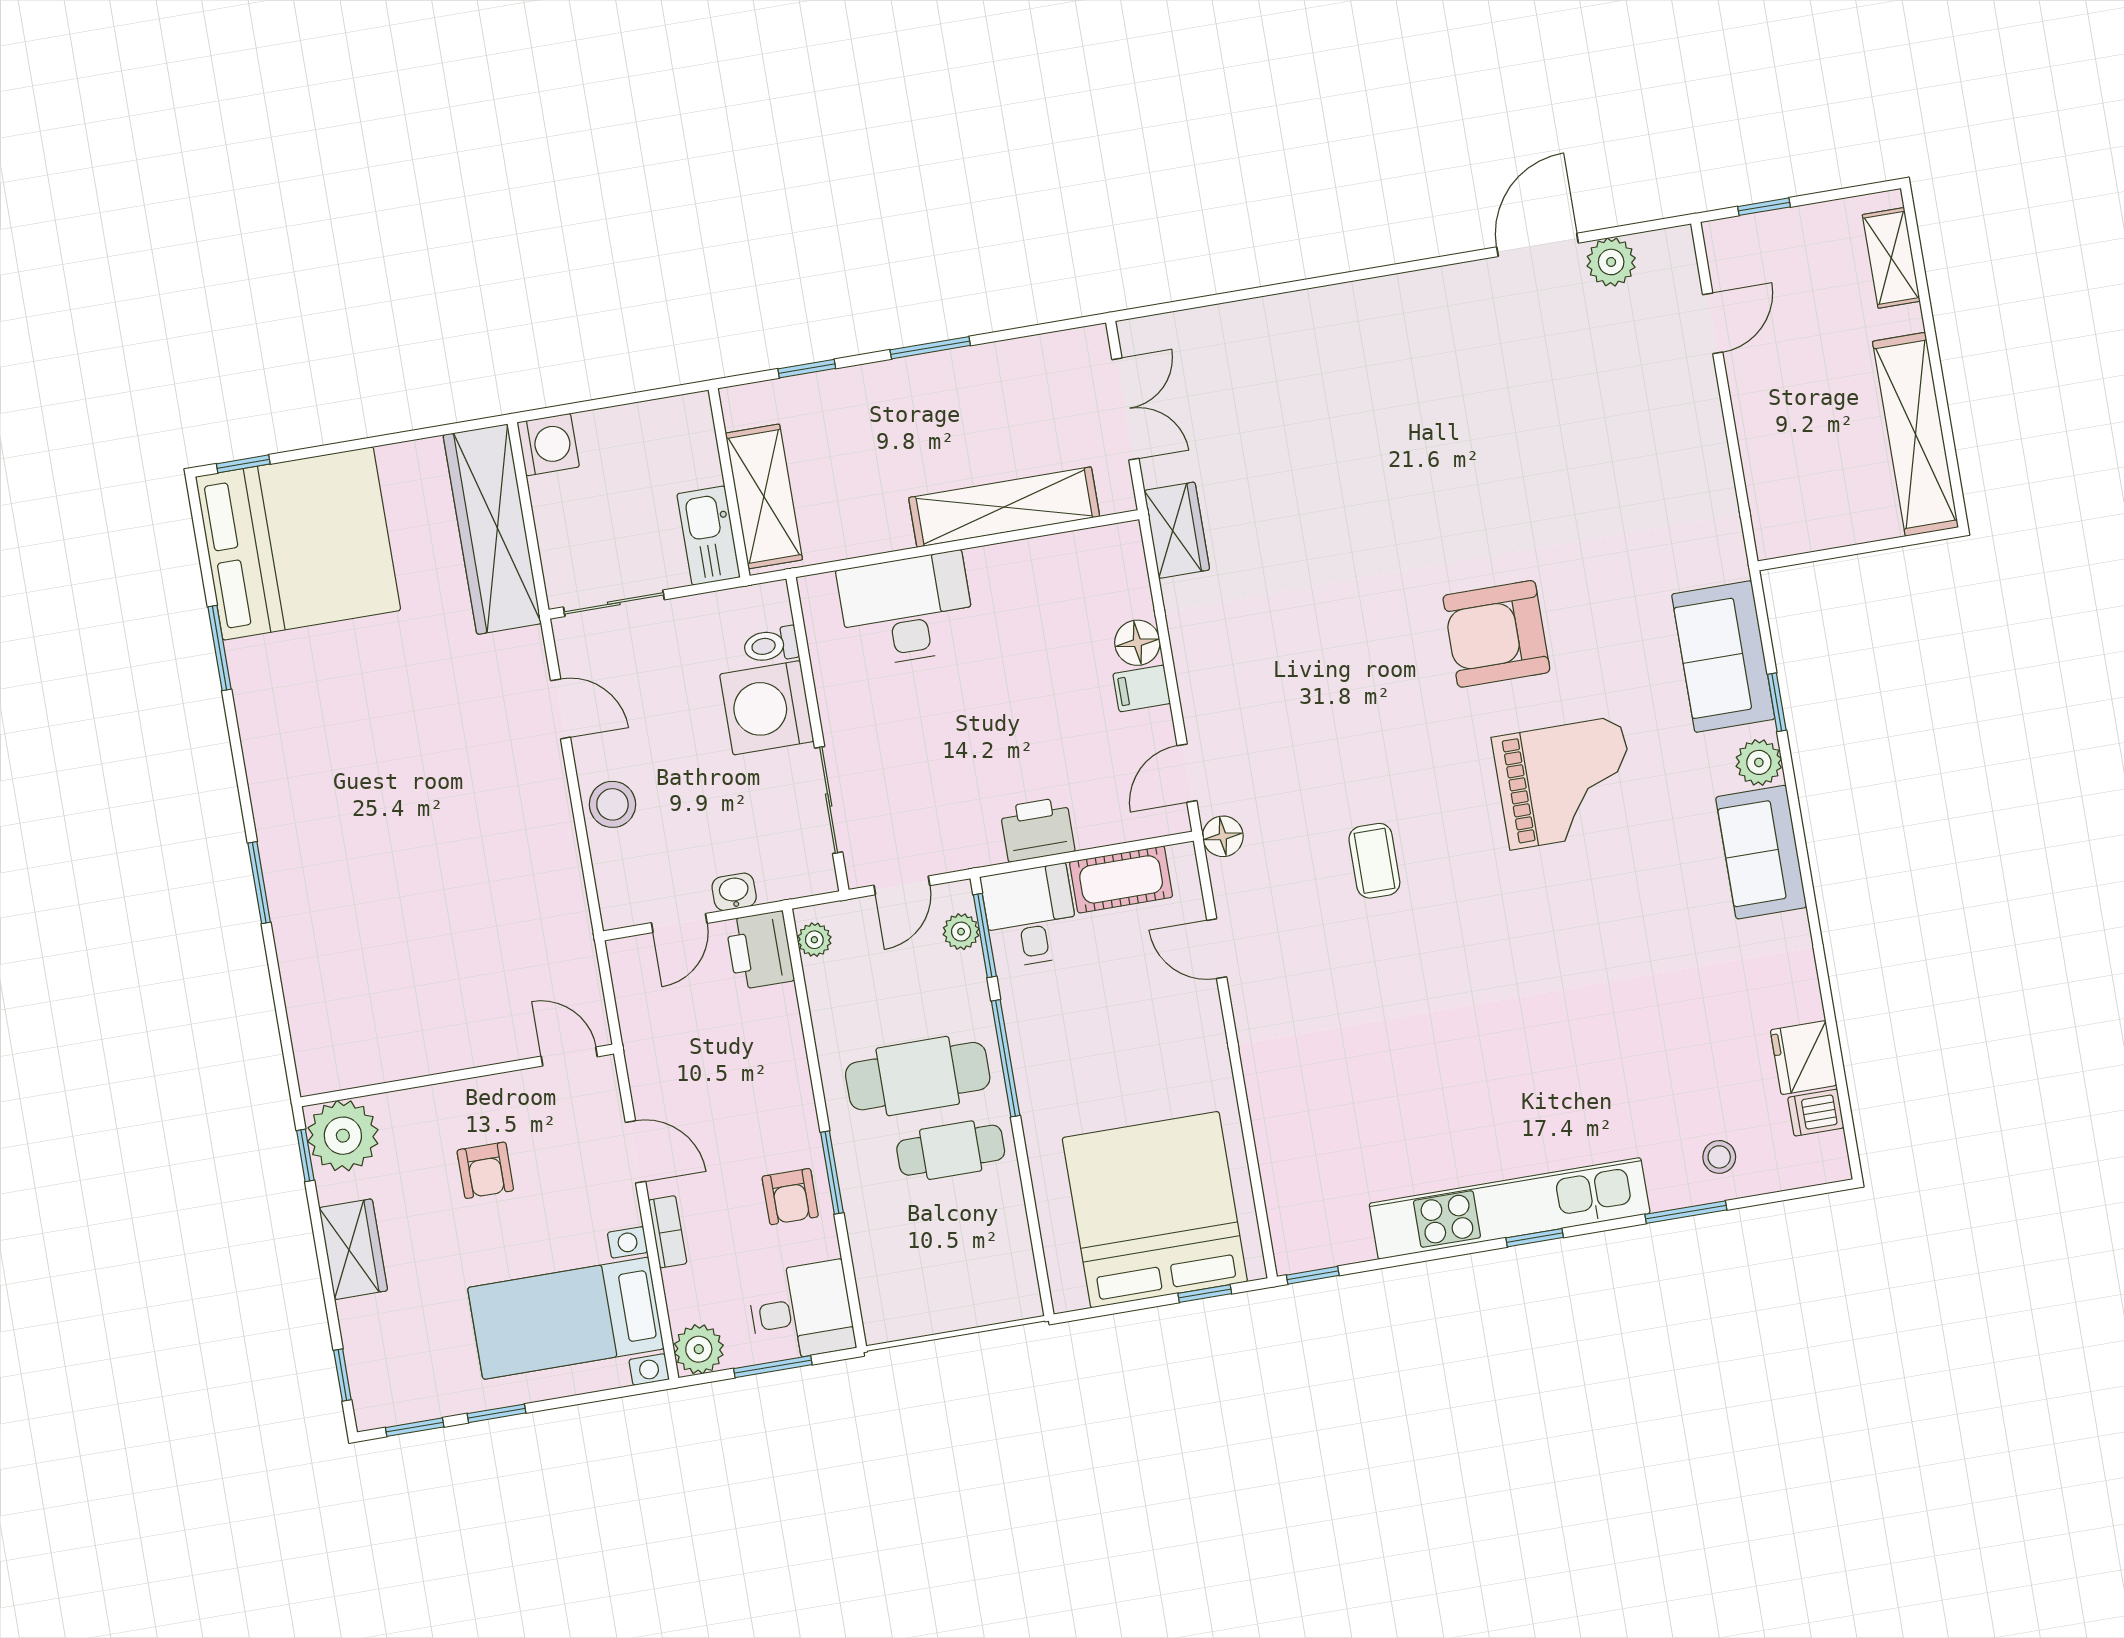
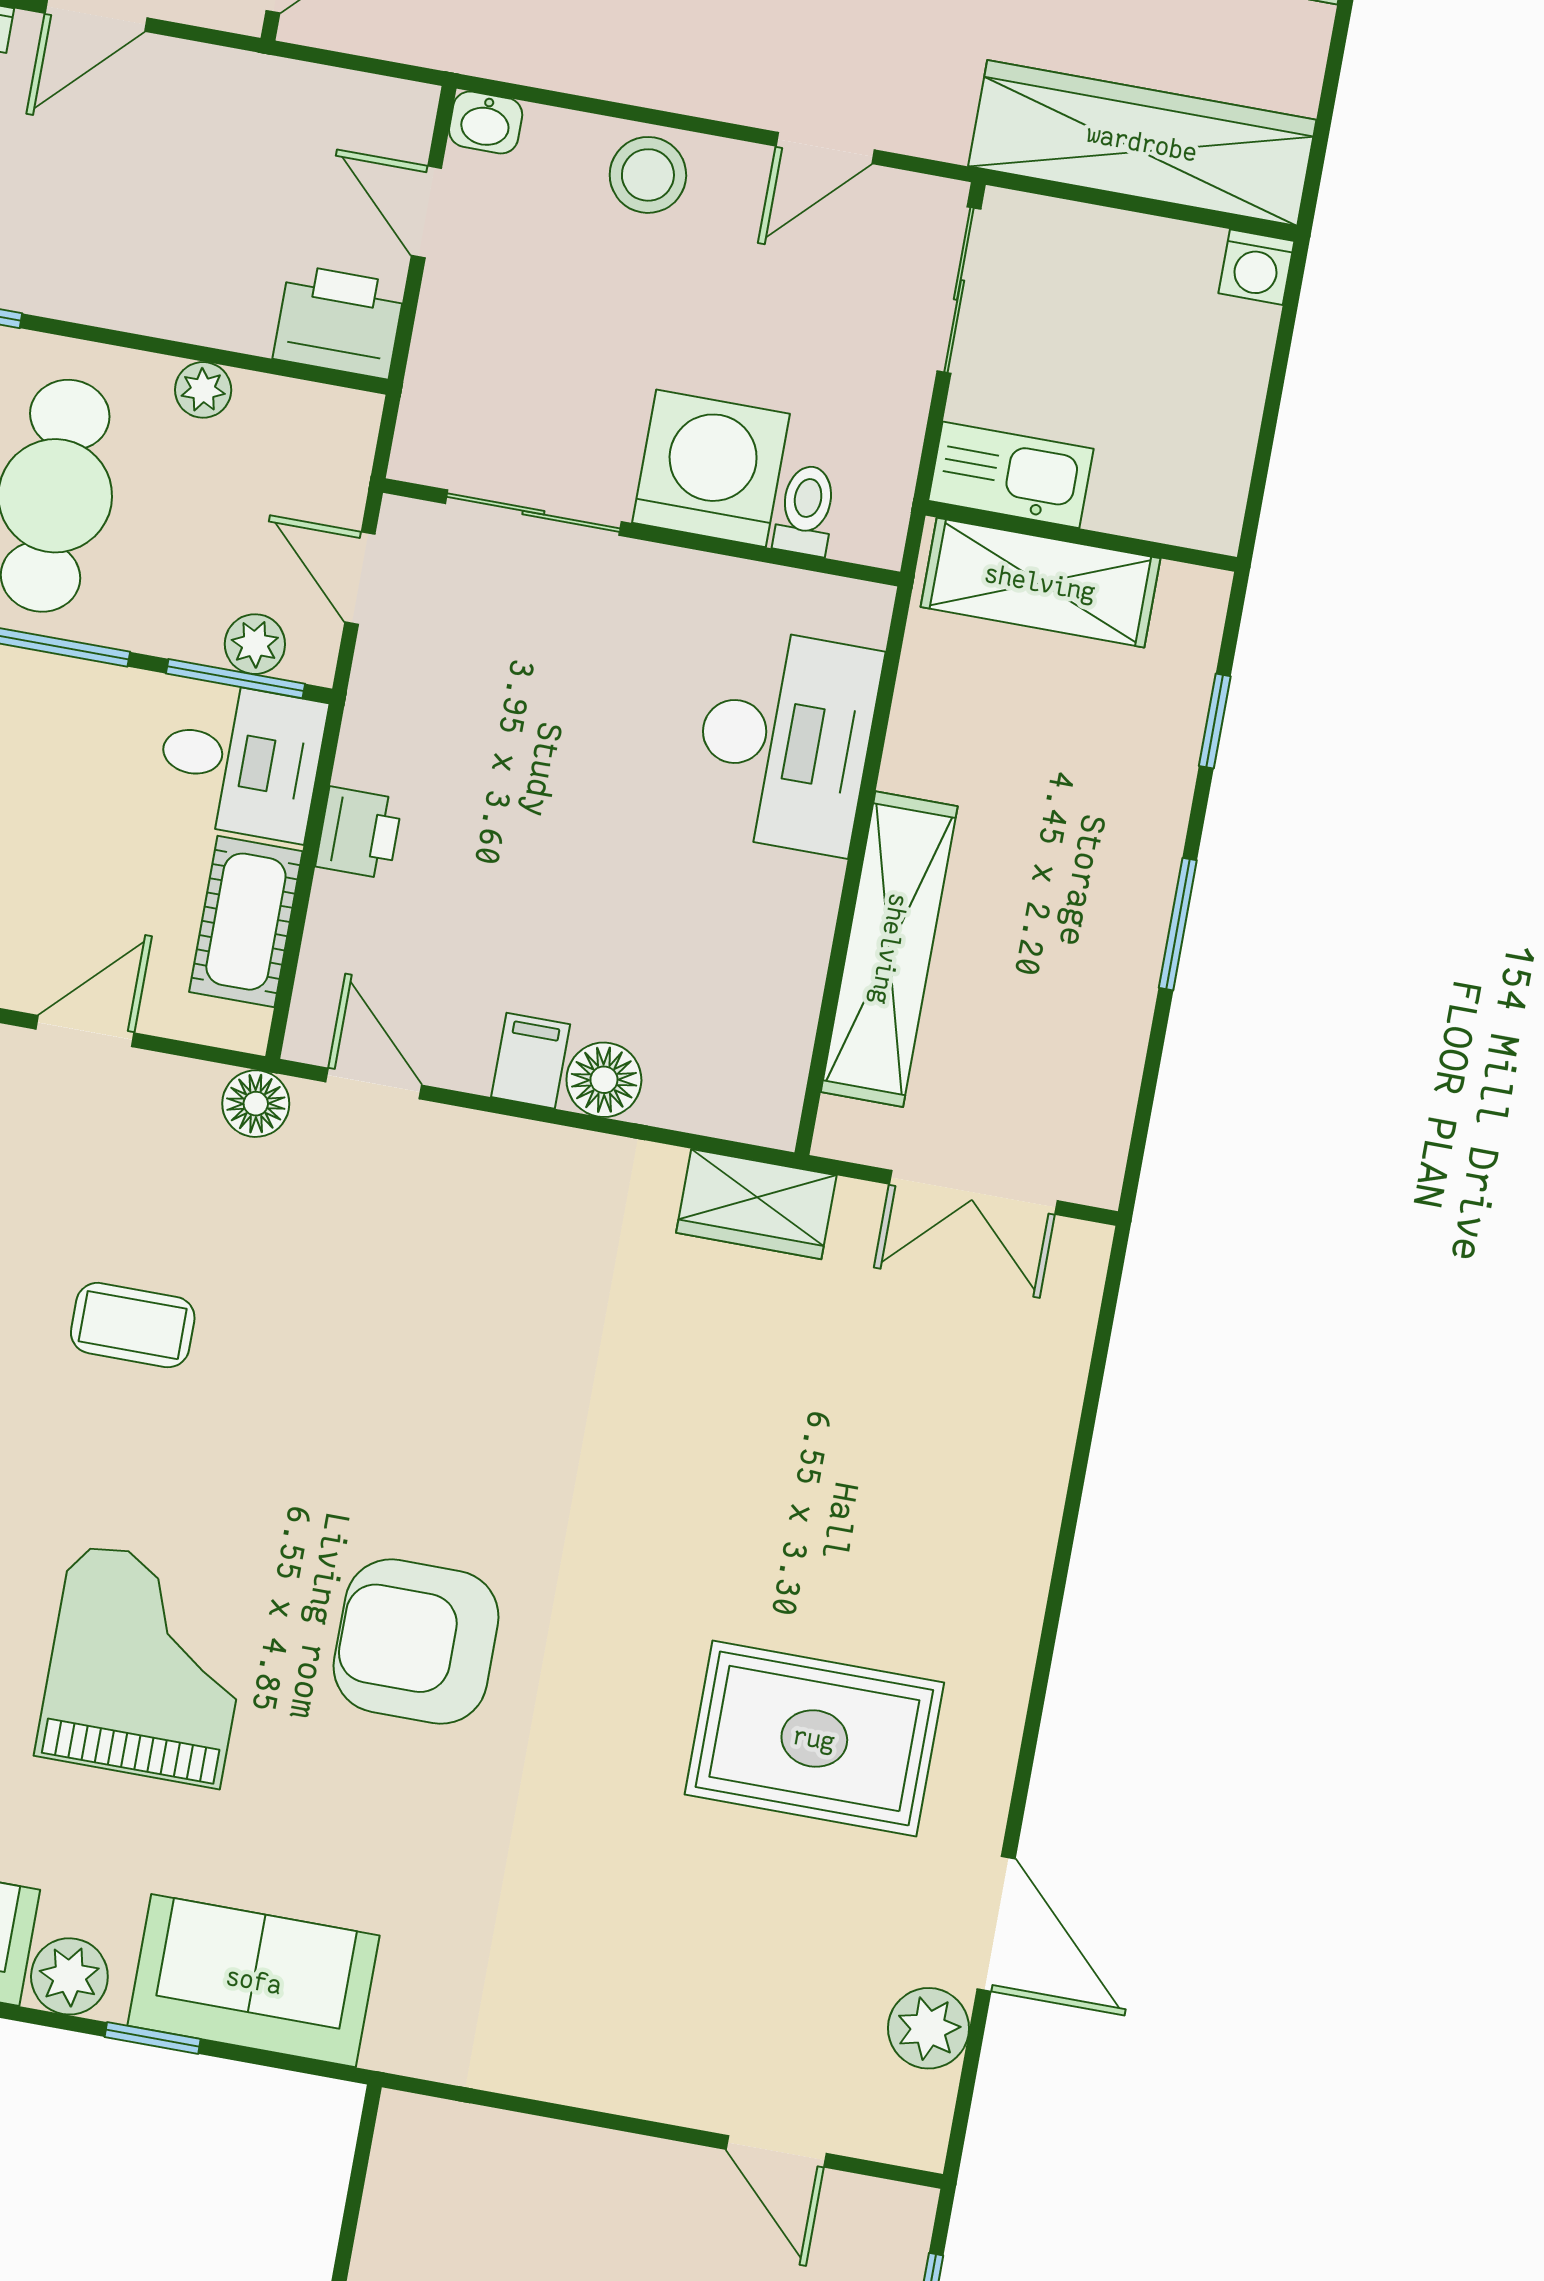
rug: (1470, 387) -> (814, 1739), added
washing machine: (548, 445) -> (1256, 267), width x0.73, depth x0.73
armchair: (1496, 634) -> (416, 1642), turned -90
grand piano: (1566, 783) -> (146, 1665), turned 180
printer: (1037, 829) -> (359, 833), width x0.73, depth x0.81
washbasin: (734, 892) -> (486, 122), moved, turned 90
plant: (814, 940) -> (203, 390), moved

